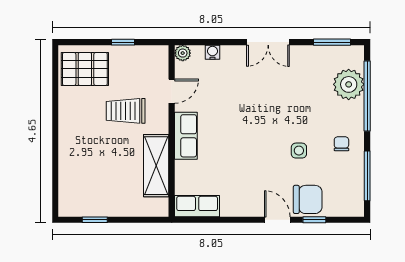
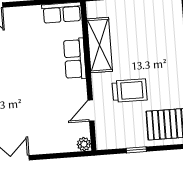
water cooler: (212, 52) -> (58, 147), removed
row of seats: (186, 136) -> (75, 59), moved

